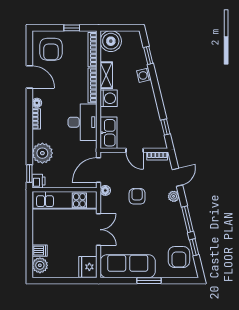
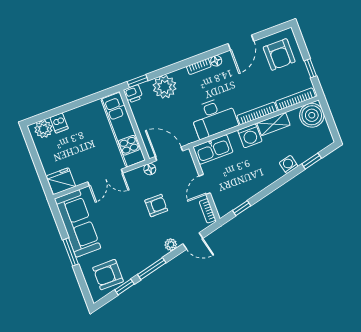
armchair: (51, 49) -> (279, 54), turned -90

